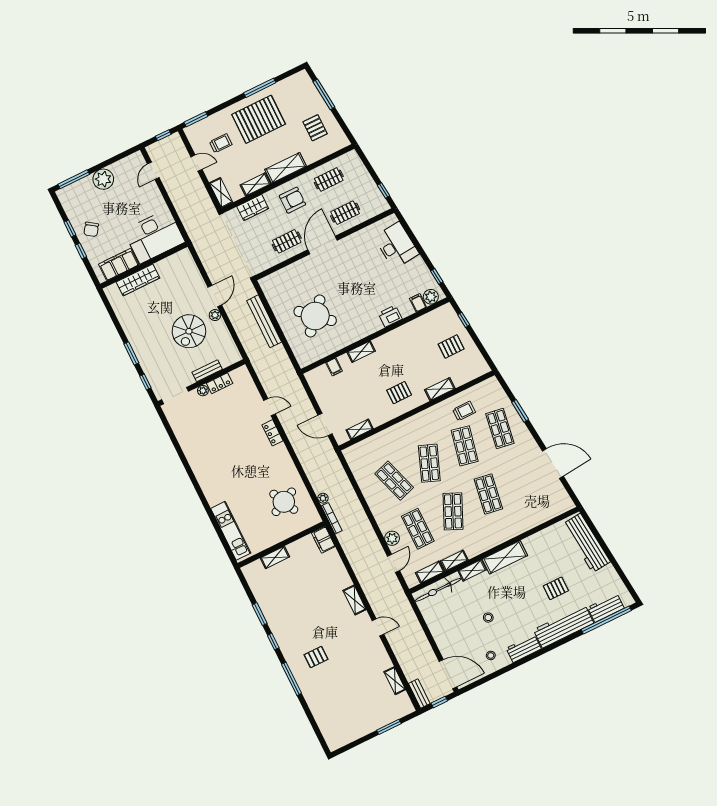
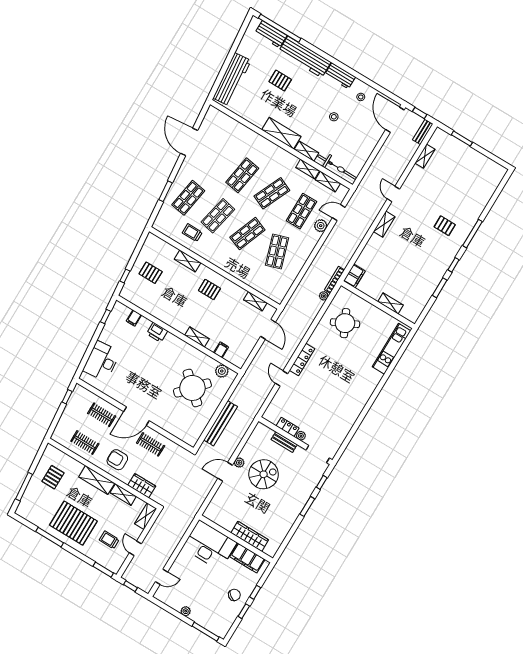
plant: (103, 179) -> (186, 611), width x0.53, depth x0.53
plant: (431, 297) -> (222, 371), moved
locker: (273, 433) -> (302, 359), width x1.53

